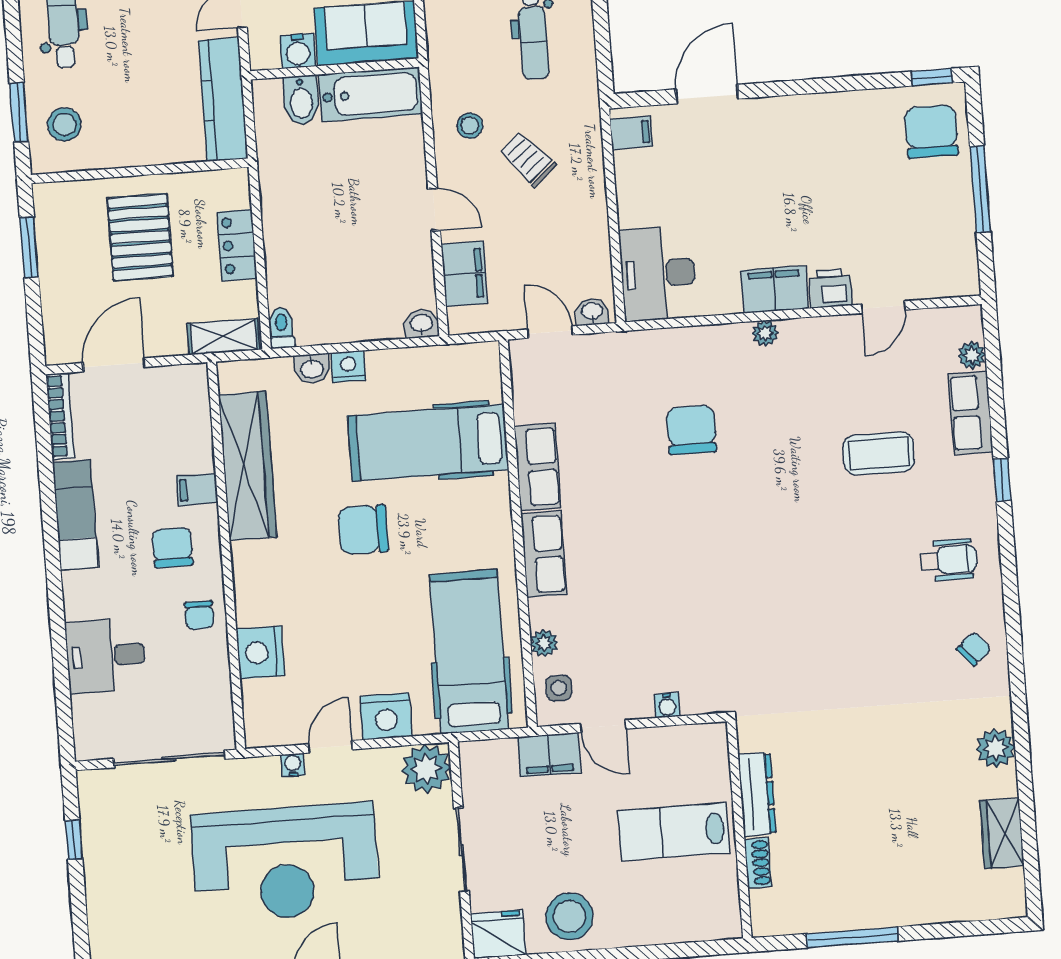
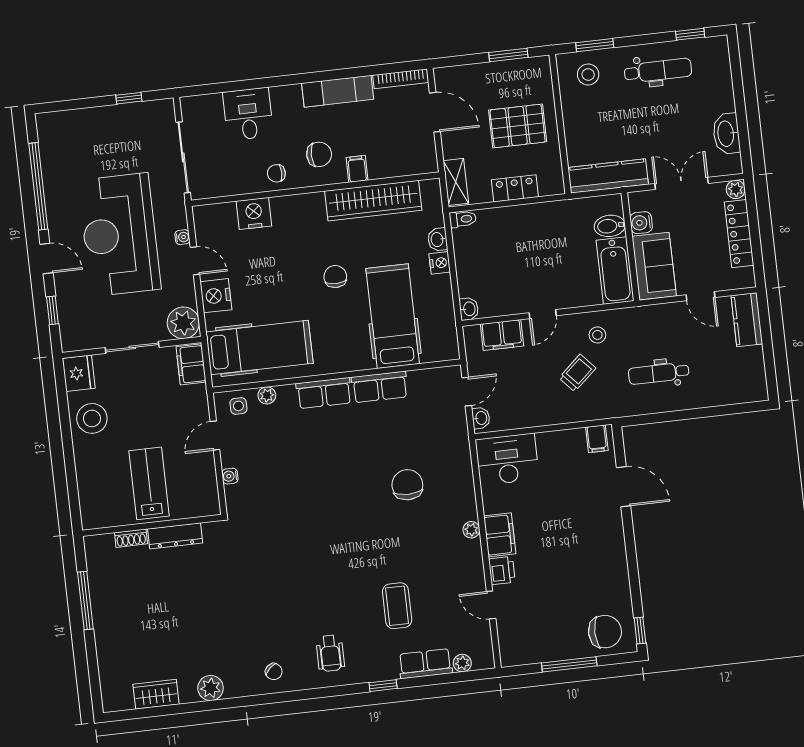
chair: (691, 430) -> (407, 485), turned -90
chair: (363, 530) -> (335, 277), width x0.73, depth x0.73
filing cabinet: (549, 755) -> (191, 364), moved

